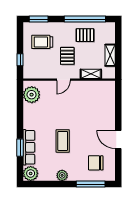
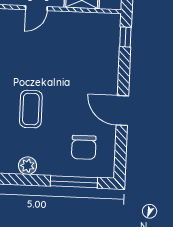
window: (118, 95) -> (125, 37), added
chair: (96, 163) -> (84, 147), turned -90

